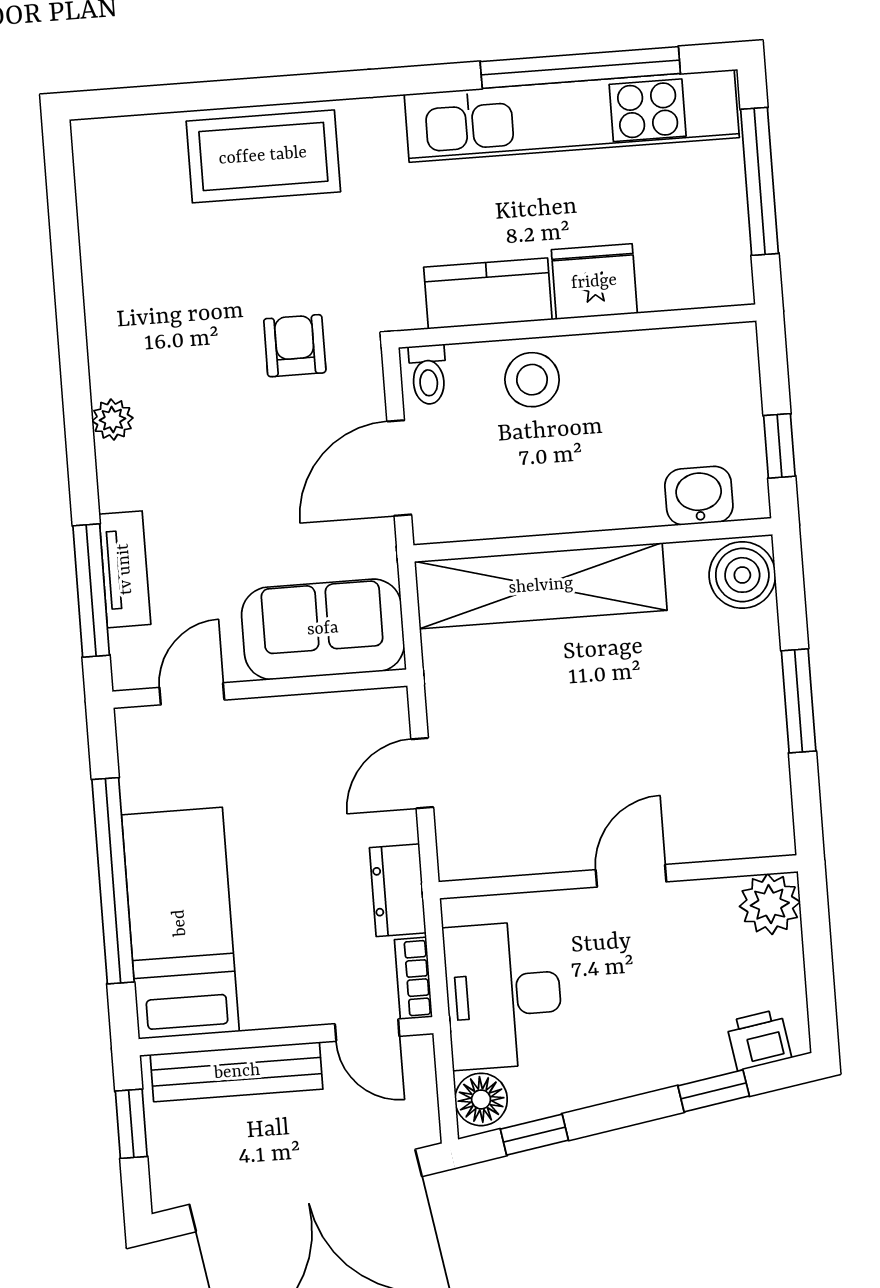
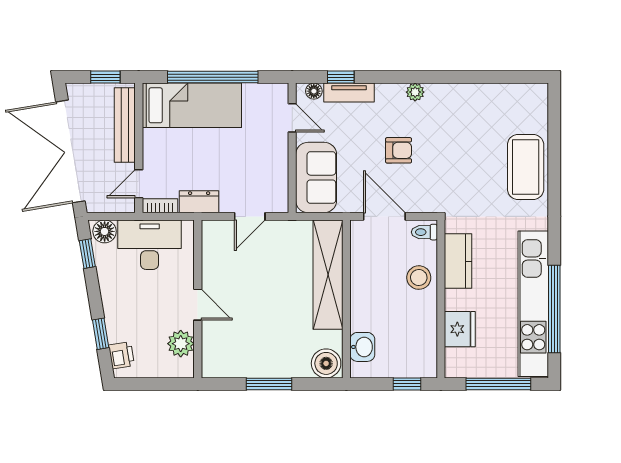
fridge: (594, 282) -> (460, 329), moved
armchair: (295, 346) -> (399, 150), moved
window: (779, 446) -> (407, 384), moved
window: (91, 590) -> (341, 77), width x0.46
floor lamp: (128, 649) -> (314, 91), added
door: (422, 773) -> (250, 216), swing flipped
plant: (770, 904) -> (181, 344), moved

